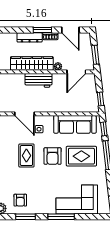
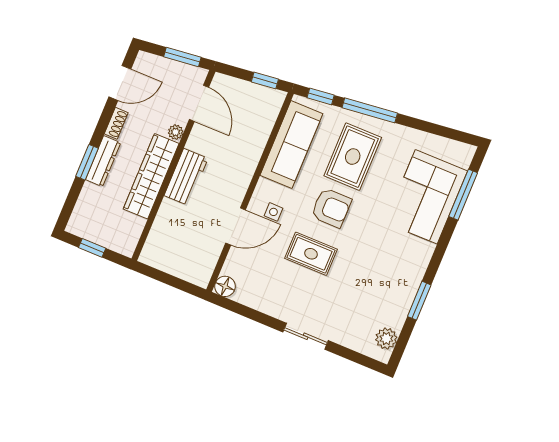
window: (42, 30) -> (87, 162), moved
armchair: (20, 200) -> (386, 298), removed
window: (61, 217) -> (463, 195), moved

